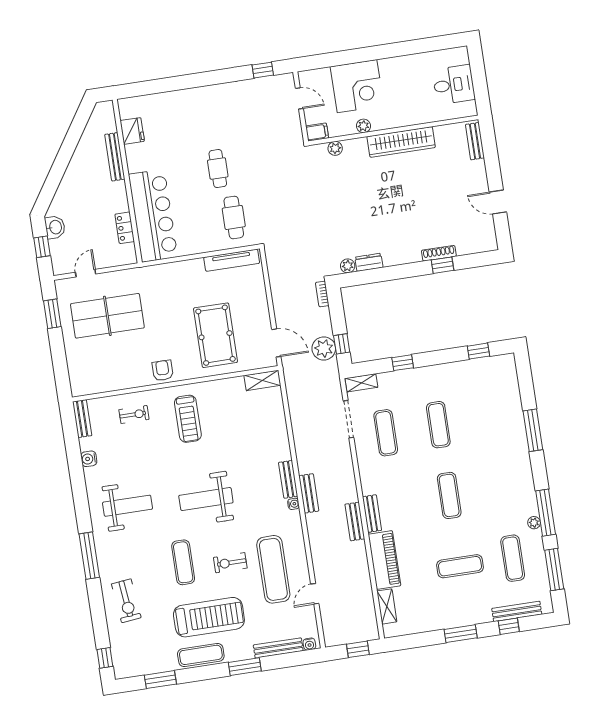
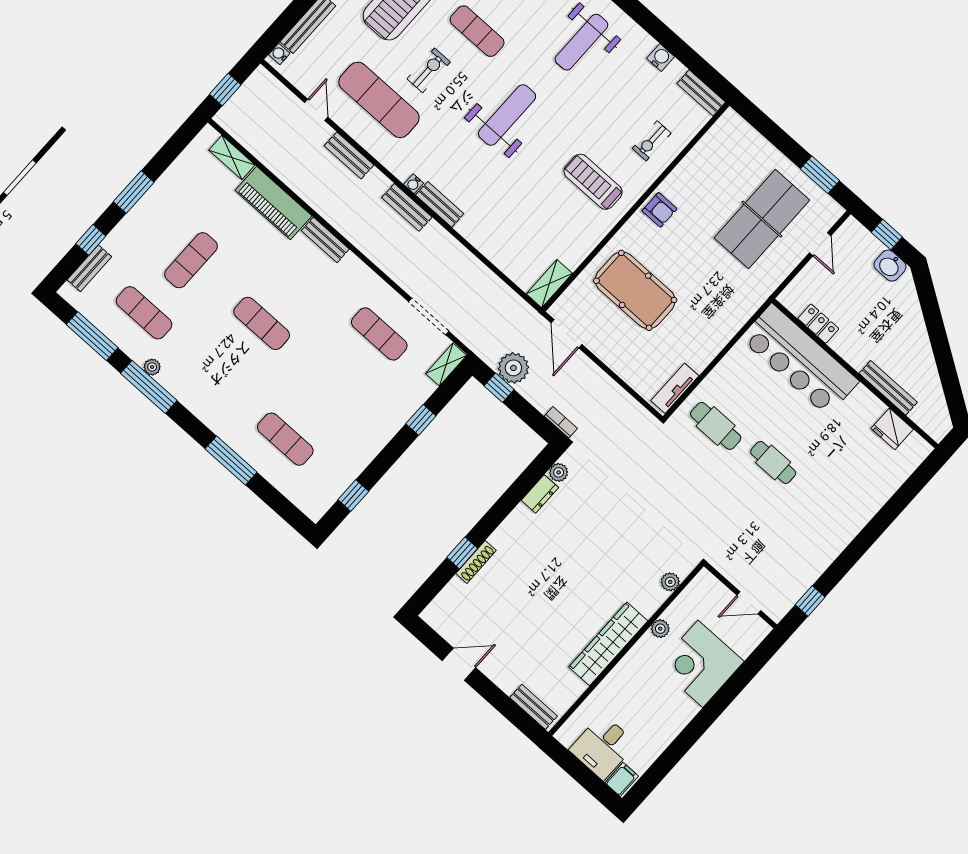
filing cabinet: (317, 132) -> (622, 779), moved, turned 180
tv unit: (232, 260) -> (675, 388), width x0.71
door: (276, 343) -> (567, 334), hinge flipped
exercise mat: (438, 425) -> (285, 439), moved
bench: (355, 521) -> (349, 155), moved
bench: (517, 611) -> (89, 268), width x0.73

